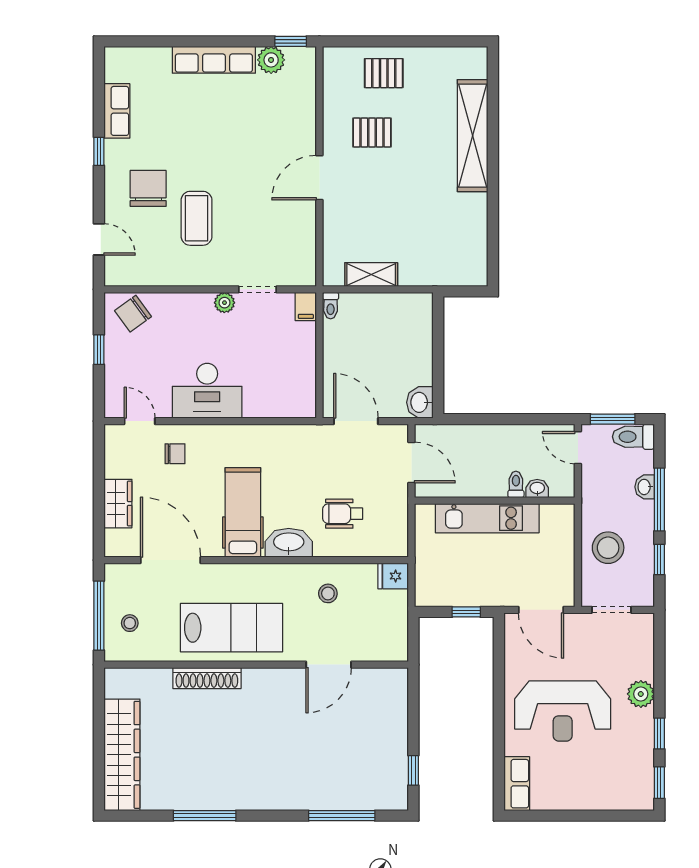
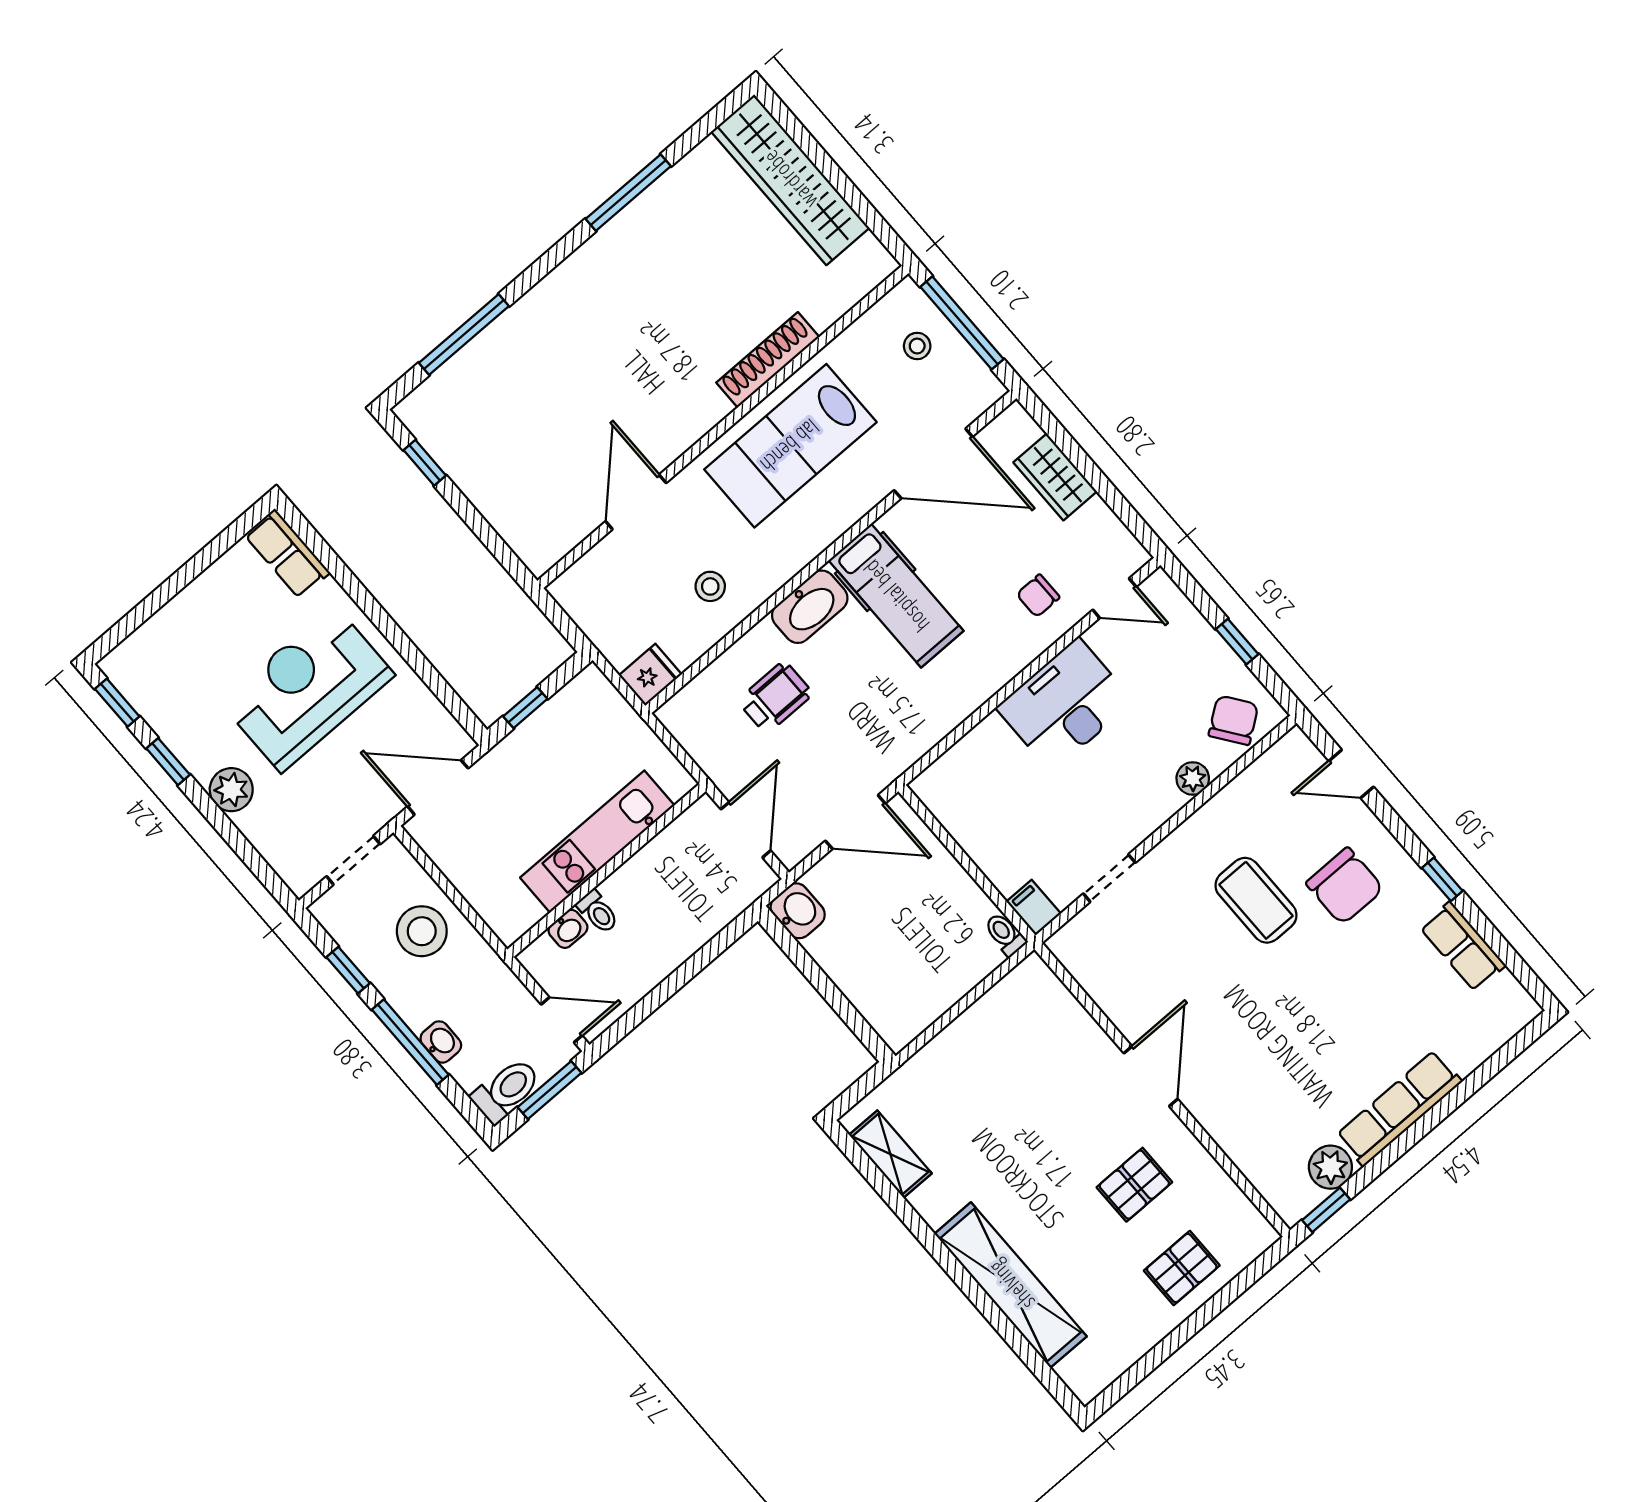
shelving: (371, 275) -> (890, 1154), moved, turned 90
plant: (224, 303) -> (1193, 778), moved
door: (411, 462) -> (746, 830), swing flipped

